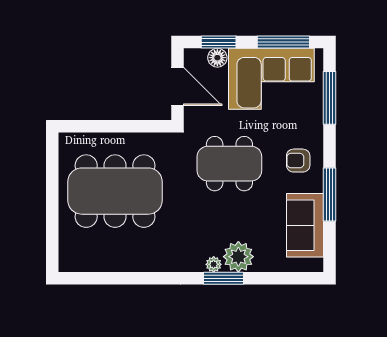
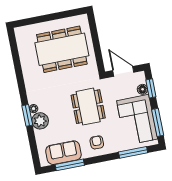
door: (178, 87) -> (123, 71), swing flipped
dining table: (115, 191) -> (62, 49), turned 90
window: (330, 194) -> (70, 165), moved

